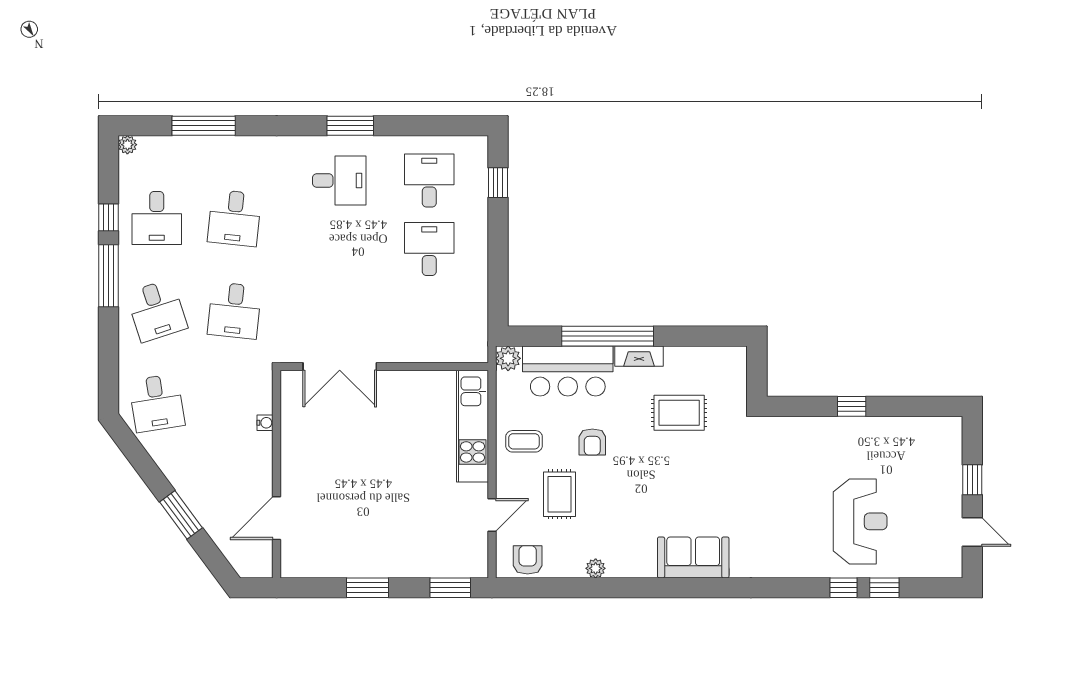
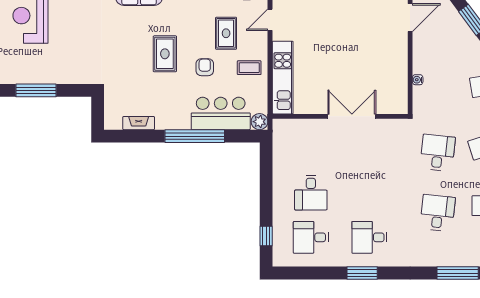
desk: (429, 181) -> (311, 237), turned 90
fireplace: (639, 356) -> (139, 123), moved
double door: (340, 366) -> (352, 116), moved
window: (852, 406) -> (36, 90), width x2.17
rug: (679, 413) -> (165, 54), moved, turned 90

